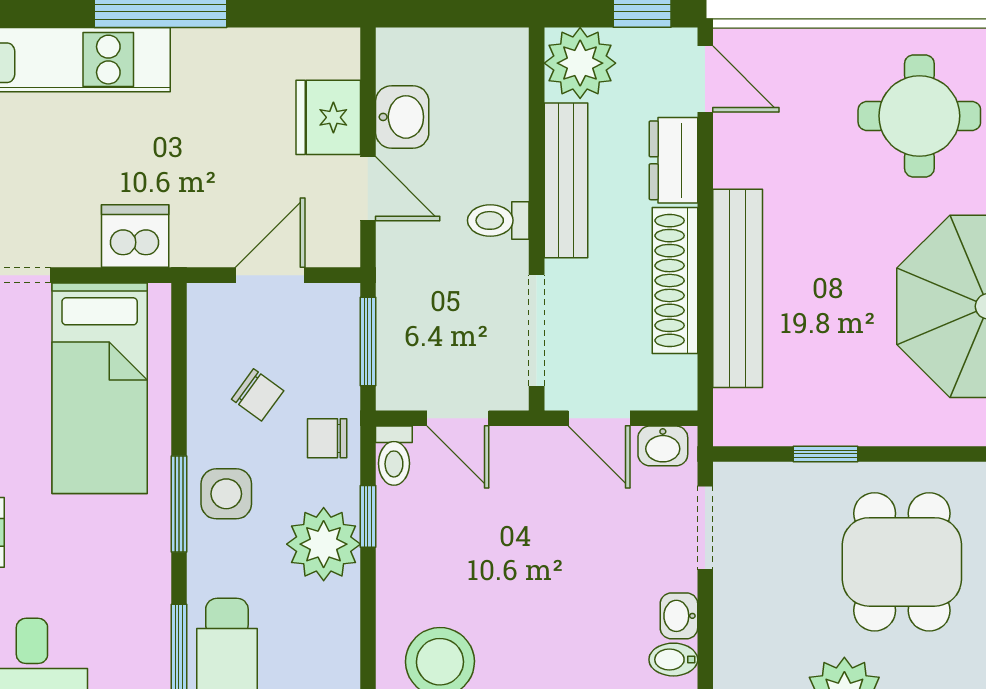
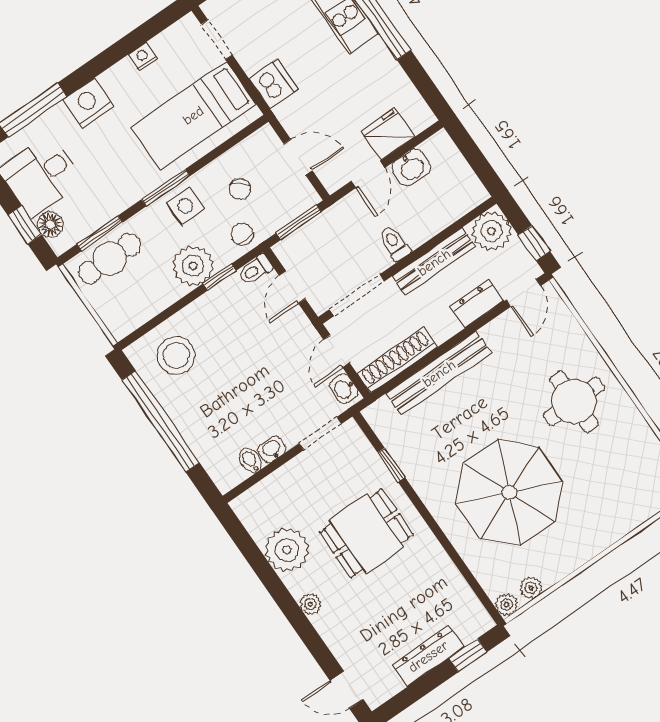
shoe rack: (675, 281) -> (397, 360), moved

